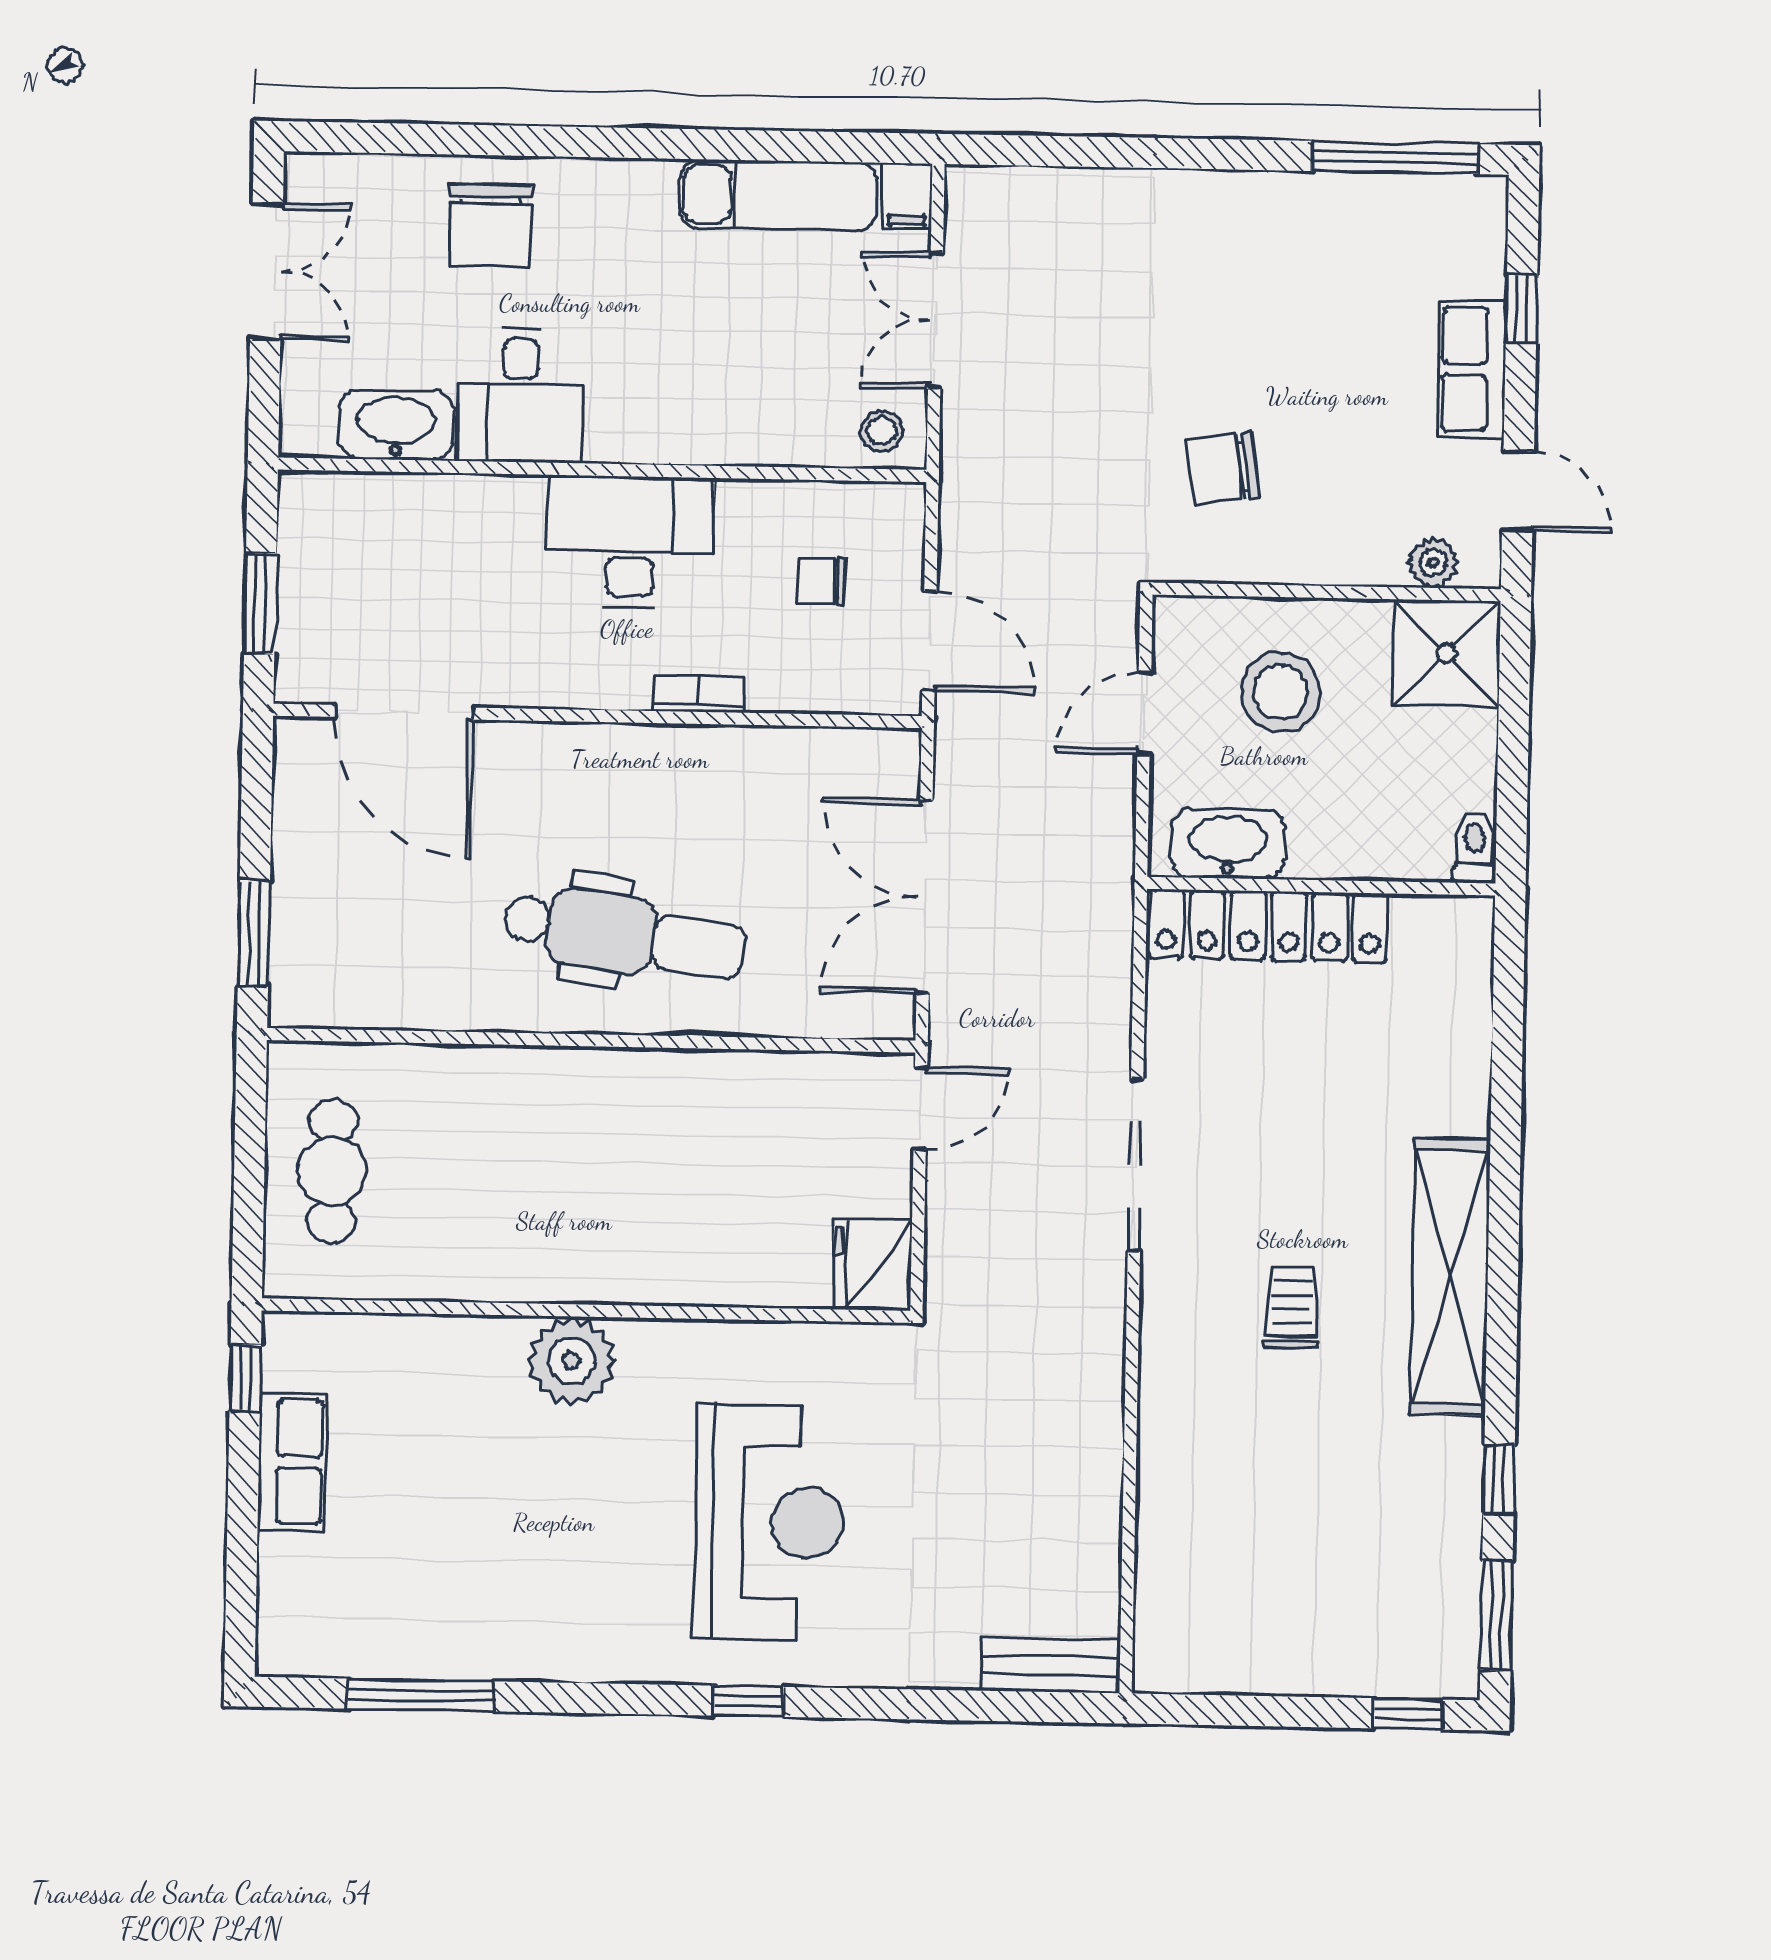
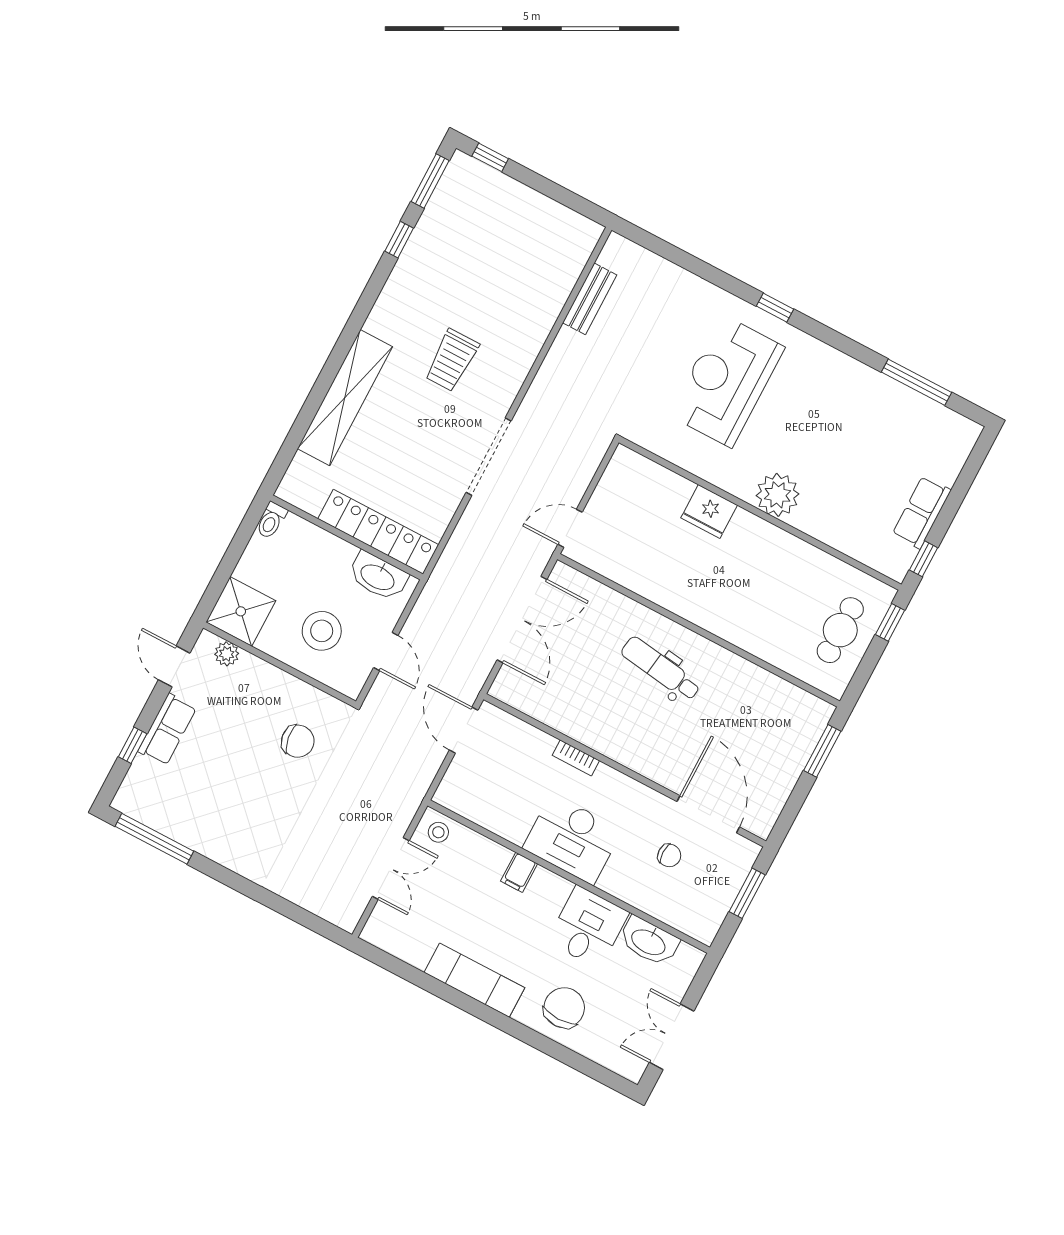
exam couch: (778, 195) -> (474, 980), moved
filing cabinet: (907, 197) -> (519, 872), moved, turned 180
chair: (822, 581) -> (669, 855), moved
door: (1144, 713) -> (386, 651), hinge flipped
dental chair: (625, 935) -> (661, 669), width x0.73, depth x0.72
window: (248, 1231) -> (890, 622), added
fridge: (872, 1265) -> (709, 511), moved, turned 90
shelving: (1450, 1277) -> (345, 398), moved
trolley: (1292, 1307) -> (452, 360), width x1.36, depth x1.39
bench: (1050, 1666) -> (590, 299), moved, turned 90

